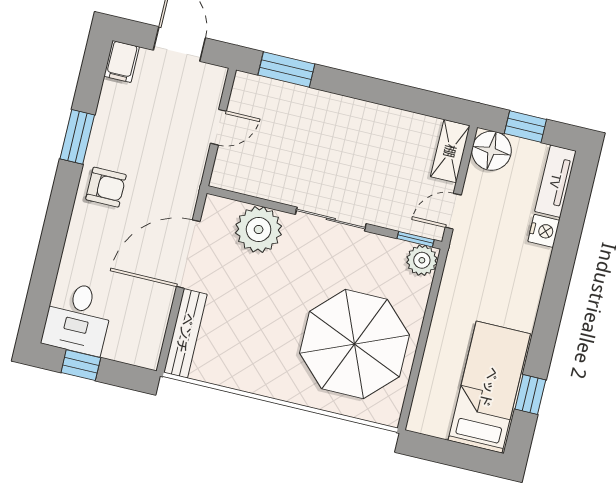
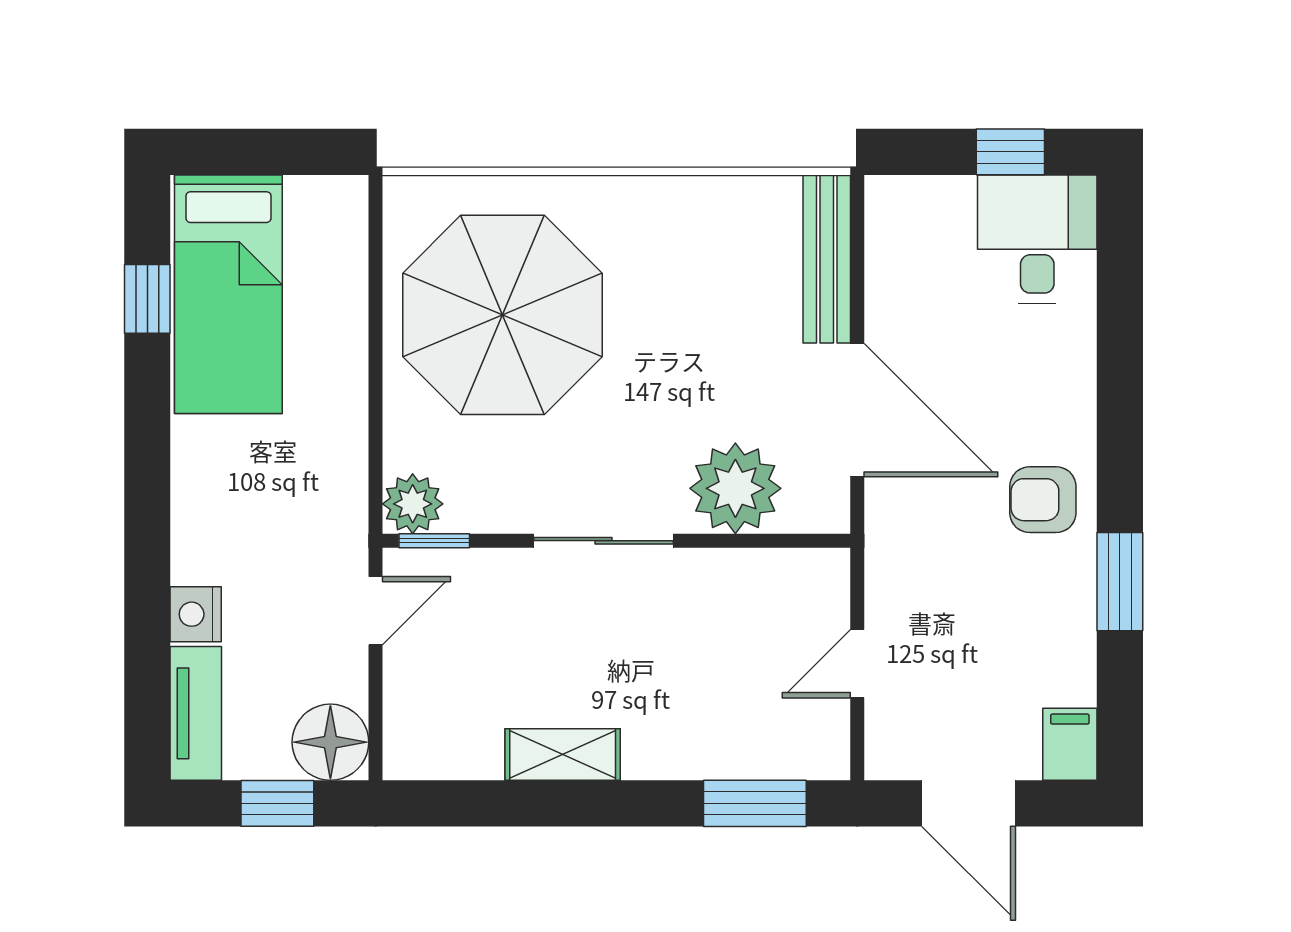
shelving: (450, 151) -> (563, 755), moved, turned 90
door: (188, 254) -> (857, 410), hinge flipped

